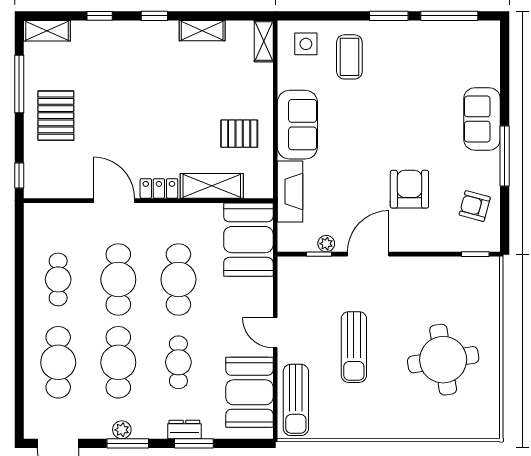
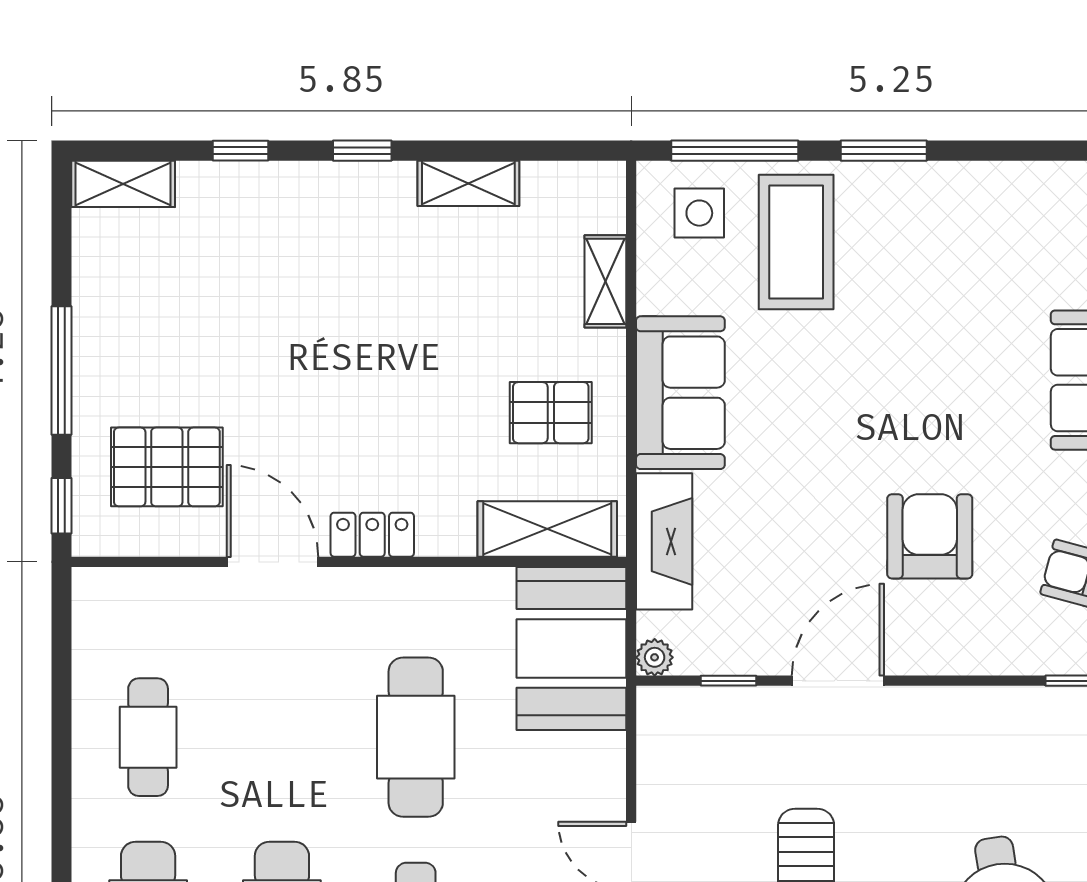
window: (449, 16) -> (735, 151), moved
shelving: (264, 41) -> (605, 281), moved
coffee table: (349, 57) -> (796, 242), width x1.36, depth x1.32
window: (19, 84) -> (61, 371), moved
pallet: (56, 116) -> (167, 467), moved, turned 90
shelving: (212, 186) -> (547, 529), moved
plant: (326, 244) -> (655, 657), moved
cafe table: (118, 279) -> (282, 737), removed

